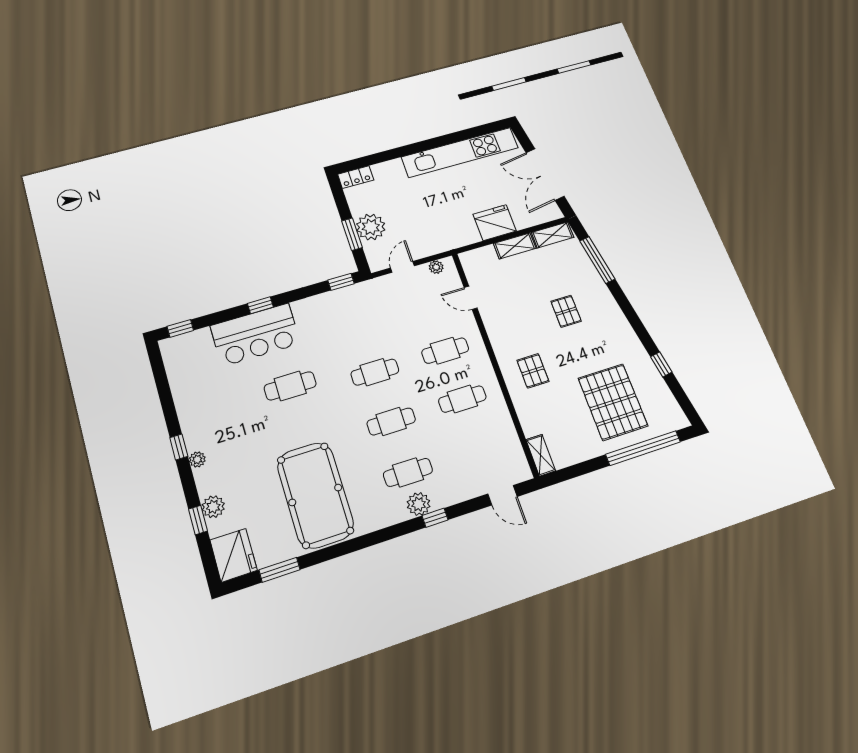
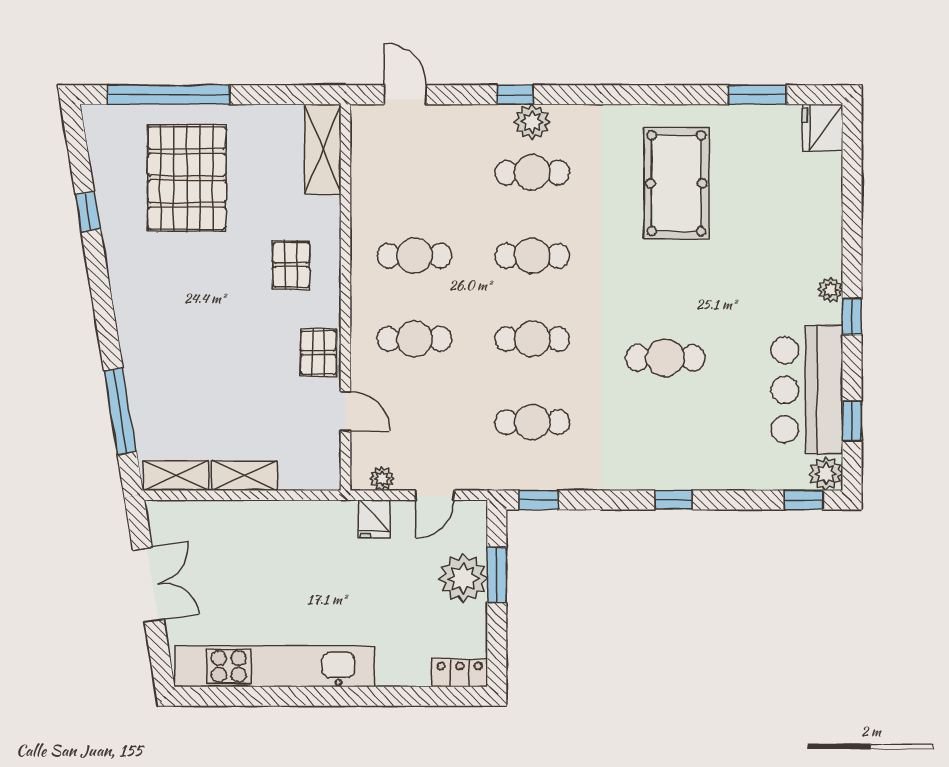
double door: (545, 174) -> (148, 585), width x0.73
fridge: (495, 223) -> (374, 519), moved, width x0.53, depth x0.75
pallet: (566, 311) -> (318, 353), moved
cafe table: (359, 324) -> (532, 422), added
bar counter: (255, 335) -> (807, 390), moved, turned -90
shelving: (541, 455) -> (323, 149), width x1.50, depth x1.33
pool table: (315, 495) -> (676, 183), width x0.73, depth x0.76
plant: (213, 507) -> (826, 474), moved
window: (198, 520) -> (852, 421), moved
fridge: (234, 555) -> (822, 128), width x0.73, depth x0.75

